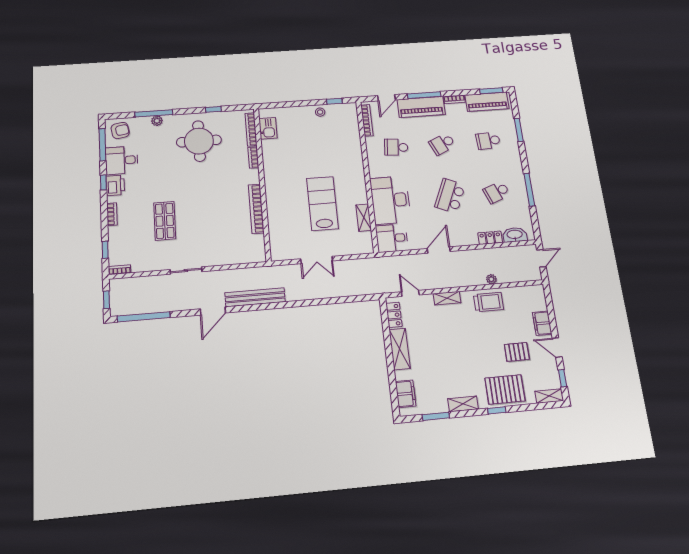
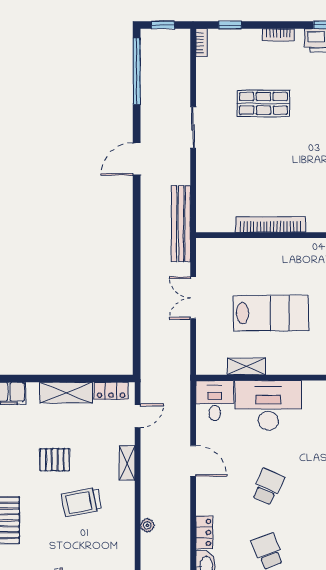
school desk: (450, 196) -> (268, 487), width x0.54
bench: (255, 297) -> (181, 224), moved
trolley: (489, 302) -> (82, 502), moved, turned 79
door: (213, 311) -> (137, 159), hinge flipped
pallet: (517, 352) -> (55, 460), moved, turned 90

